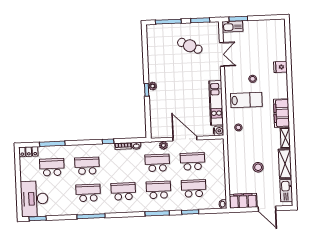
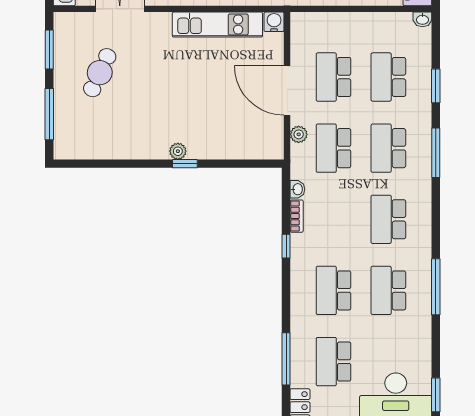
door: (185, 139) -> (287, 90), hinge flipped

